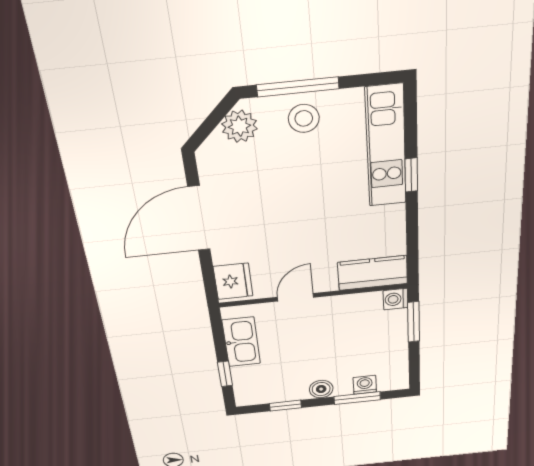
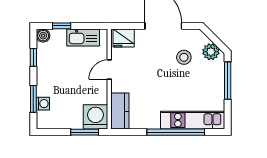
stool: (304, 118) -> (184, 57), moved
window: (411, 175) -> (176, 132), width x3.17
door: (295, 297) -> (109, 69), swing flipped
washing machine: (396, 299) -> (96, 117), width x1.89, depth x1.89
boiler: (321, 389) -> (43, 36), moved

